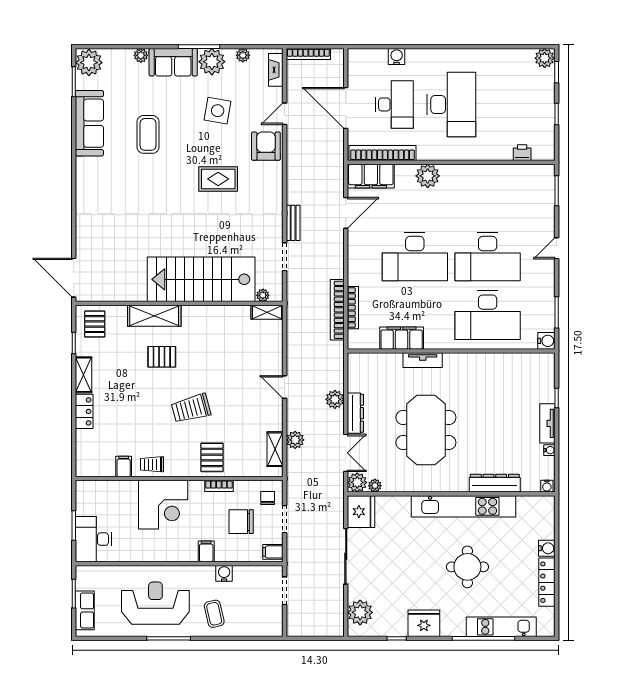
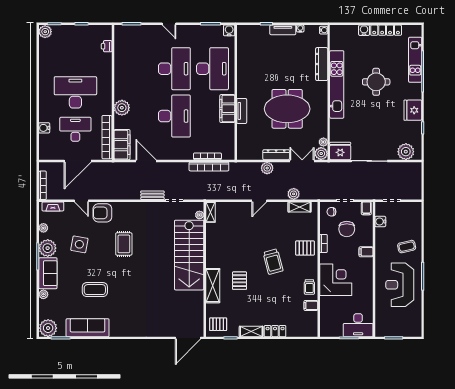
filing cabinet: (402, 338) -> (227, 109), moved
water cooler: (224, 573) -> (380, 222), moved
row of seats: (85, 610) -> (404, 331), removed

